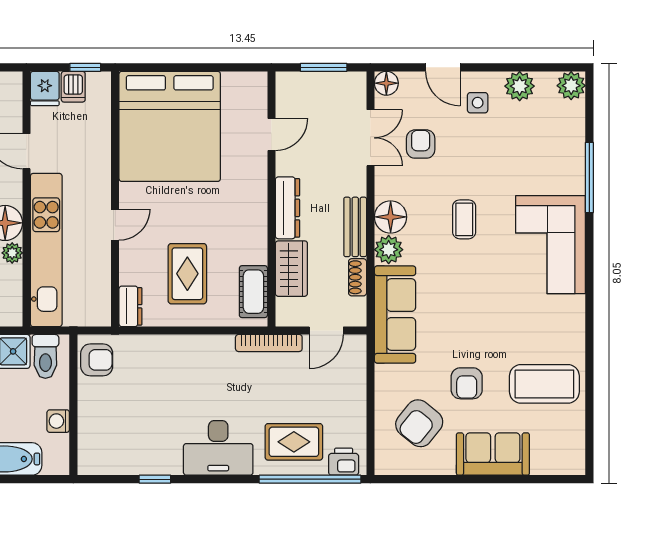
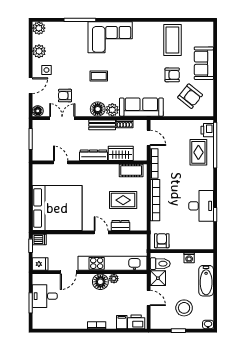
dishwasher: (73, 87) -> (39, 240), moved
dresser: (130, 306) -> (120, 226), moved
bookcase: (187, 345) -> (155, 200), added
desk: (218, 448) -> (201, 206), moved

